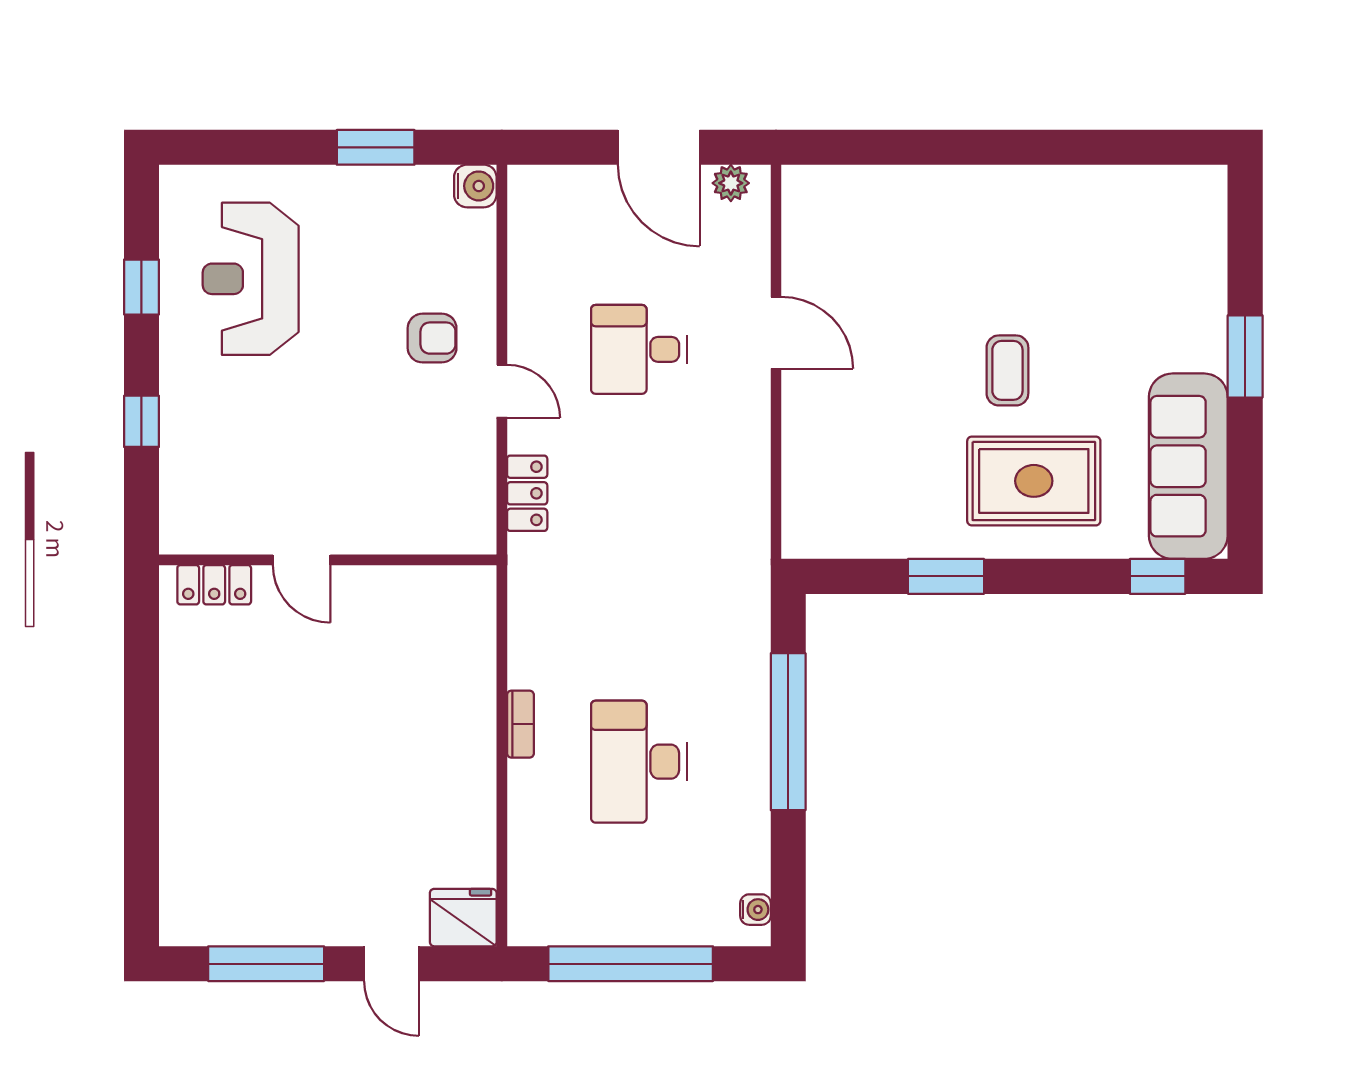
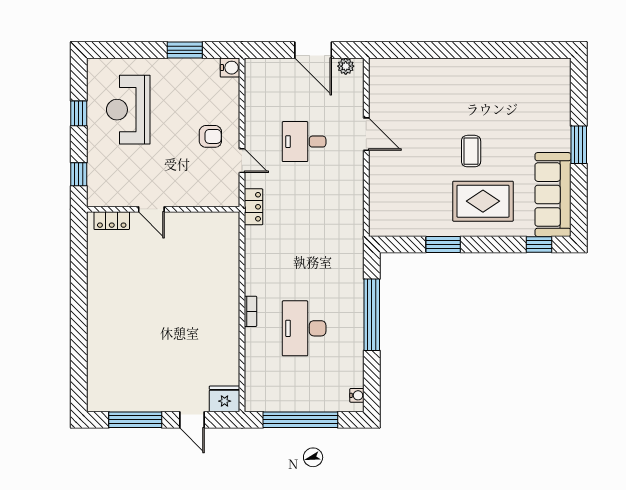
door: (302, 560) -> (151, 209), moved
wall: (328, 560) -> (163, 209), moved
locker: (214, 585) -> (112, 221), moved

